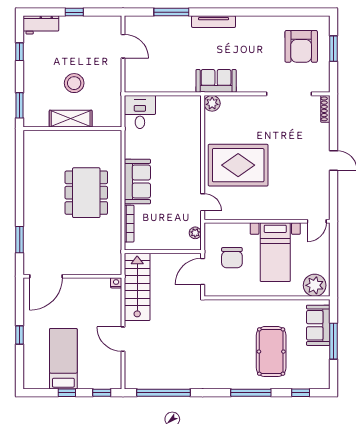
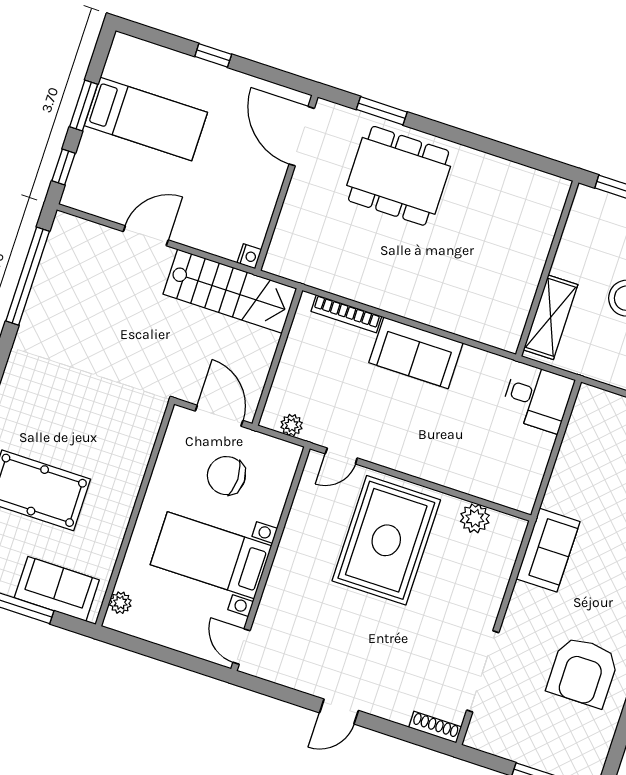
armchair: (301, 46) -> (583, 672), moved, turned -90
plant: (212, 103) -> (475, 518), moved
shelving: (71, 119) -> (551, 317), moved
dining table: (86, 193) -> (399, 176), moved
plant: (315, 285) -> (120, 603), width x0.53, depth x0.53
window: (67, 393) -> (84, 105), width x1.50

